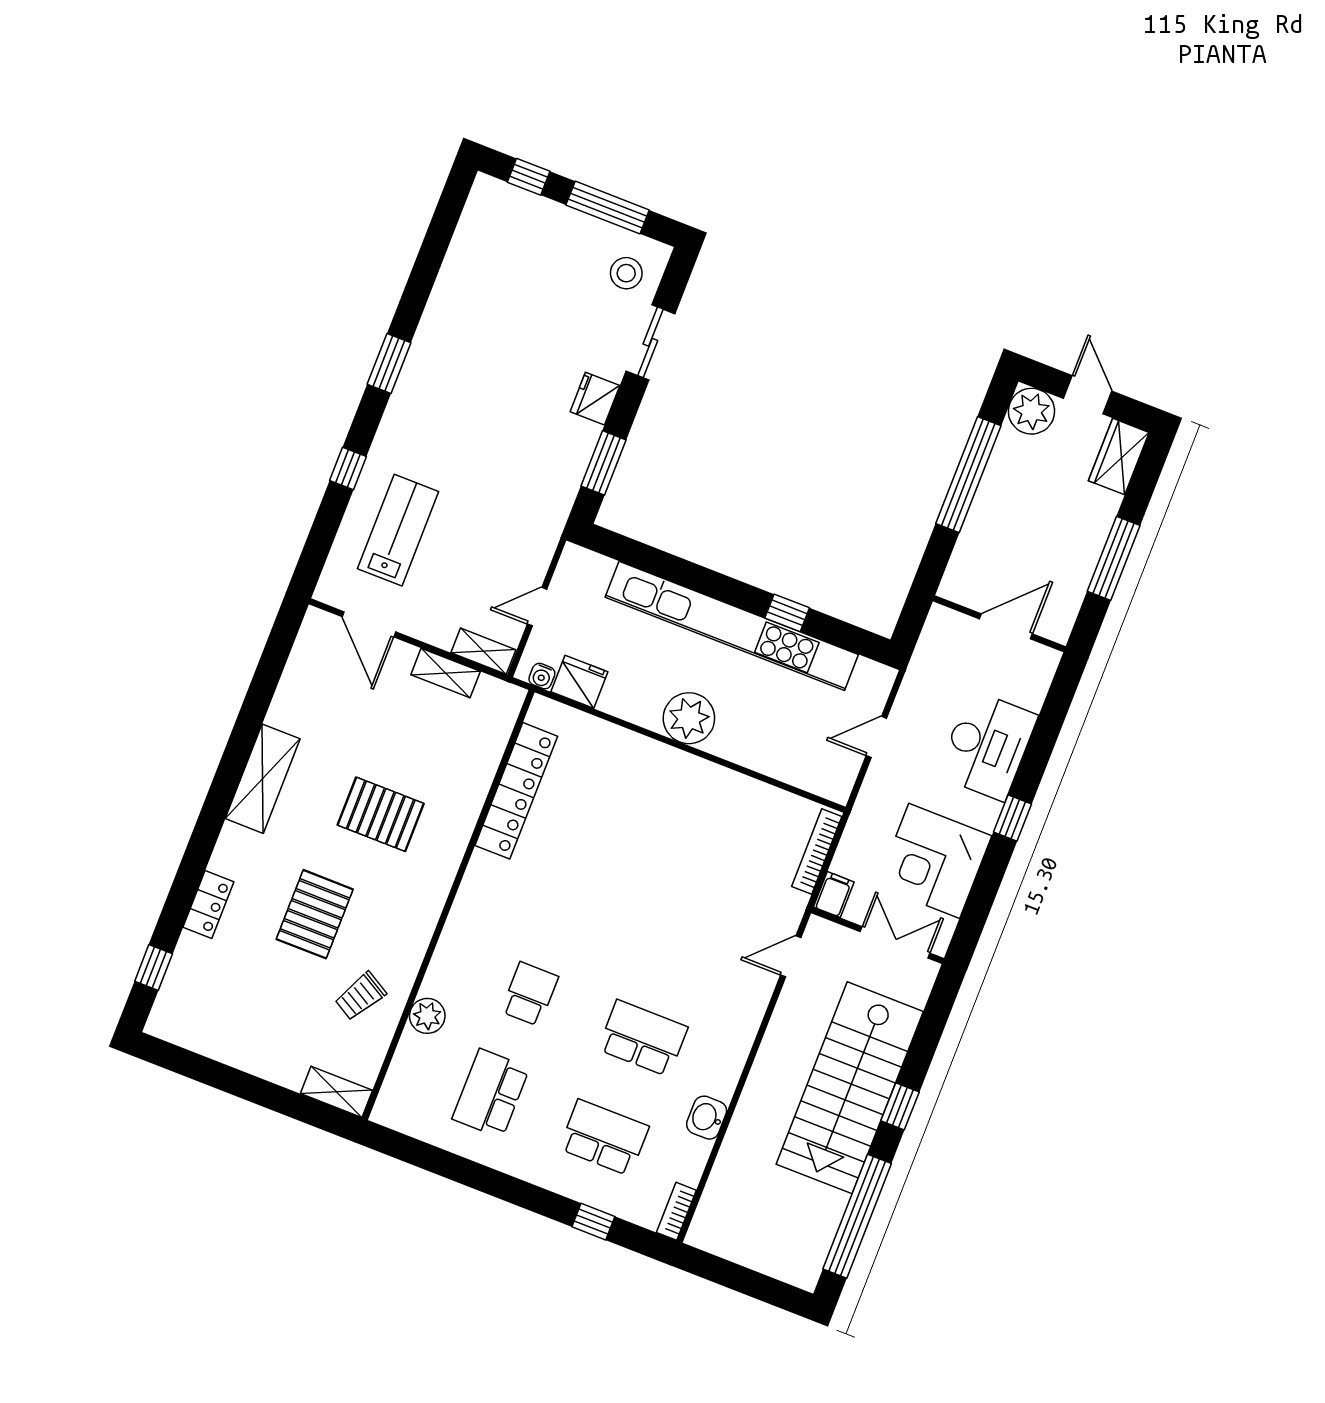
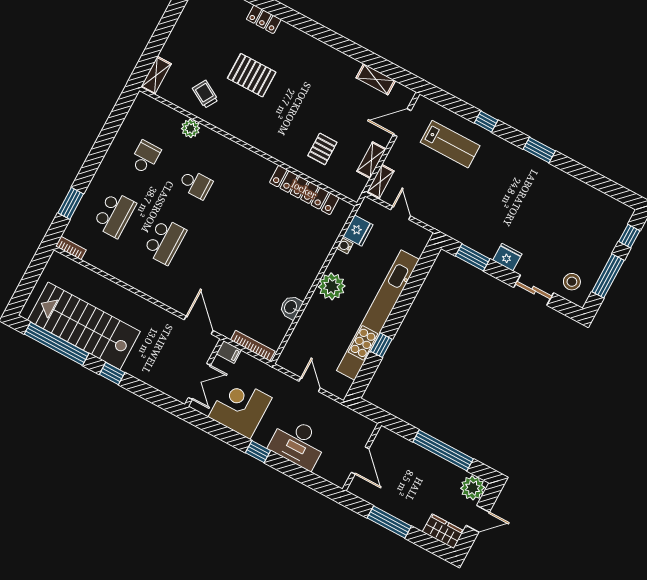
water cooler: (542, 676) -> (345, 246), moved
shelving: (263, 779) -> (376, 79), moved, width x0.67, depth x0.75
pallet: (381, 814) -> (322, 149), moved, width x0.67, depth x0.71
door: (791, 956) -> (199, 325), width x1.38
stairs: (850, 1088) -> (84, 326), moved
school desk: (491, 1093) -> (145, 157), width x0.54
washbasin: (707, 1118) -> (291, 307), moved, turned -90
window: (593, 1222) -> (71, 203), width x1.50

